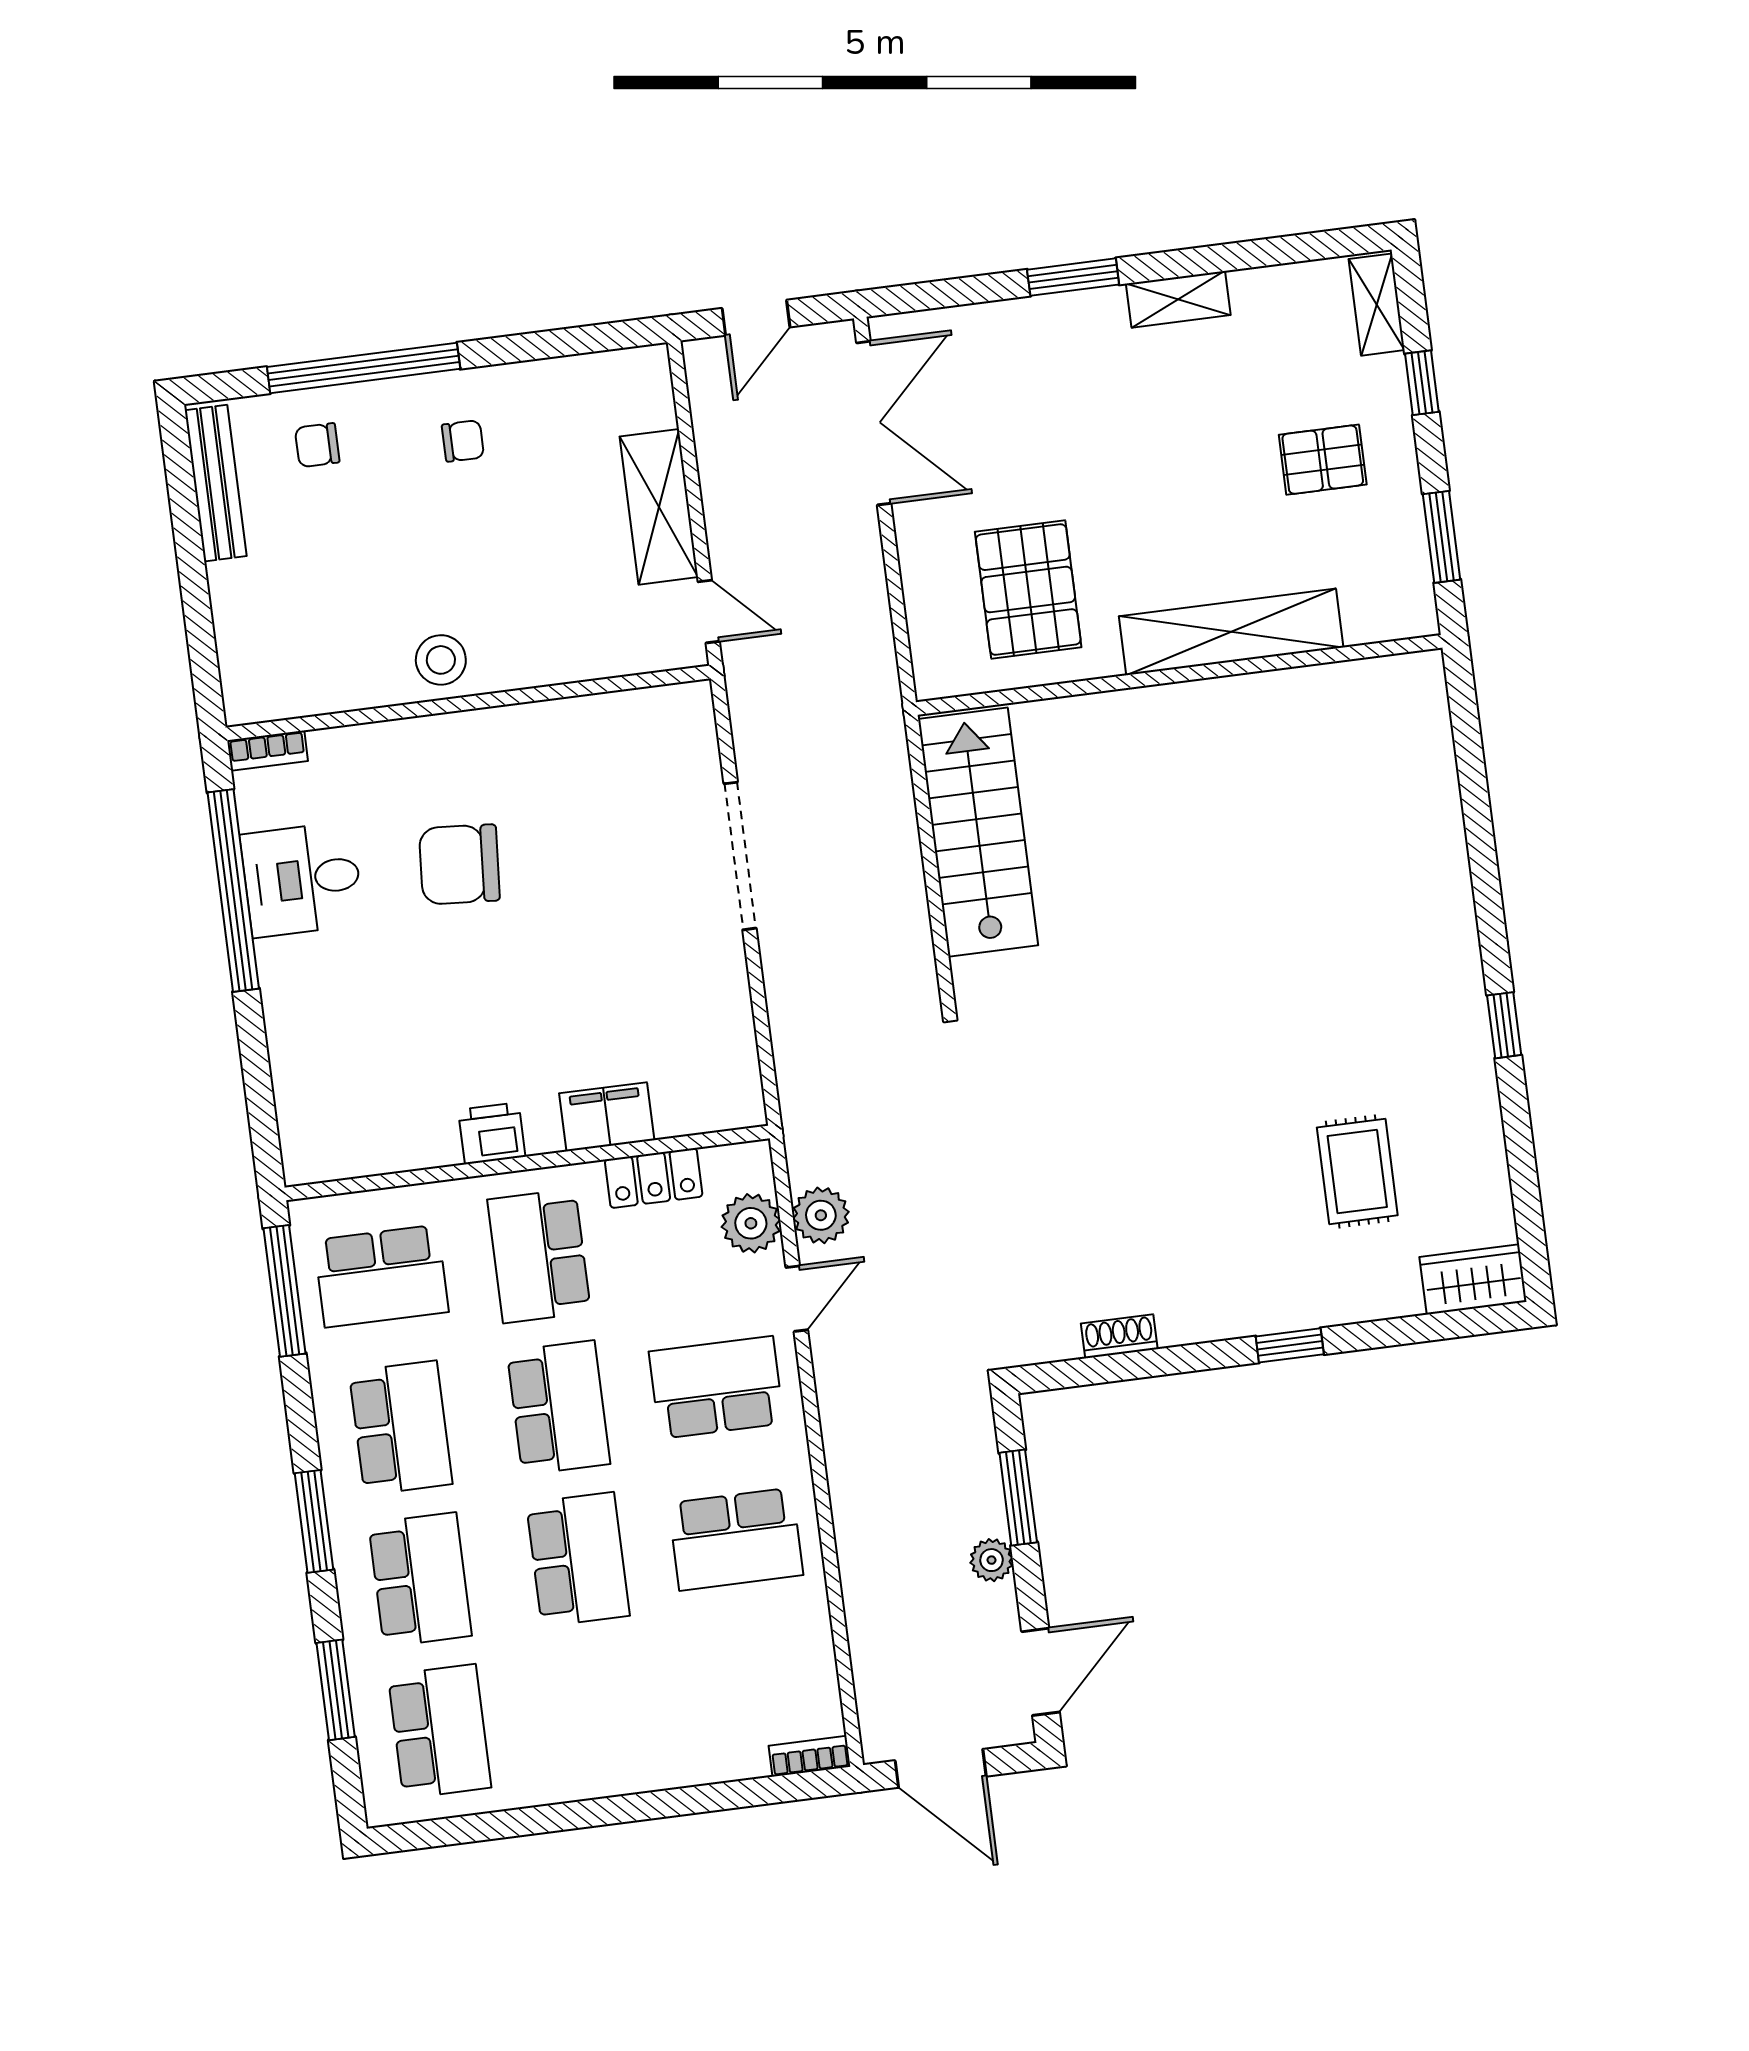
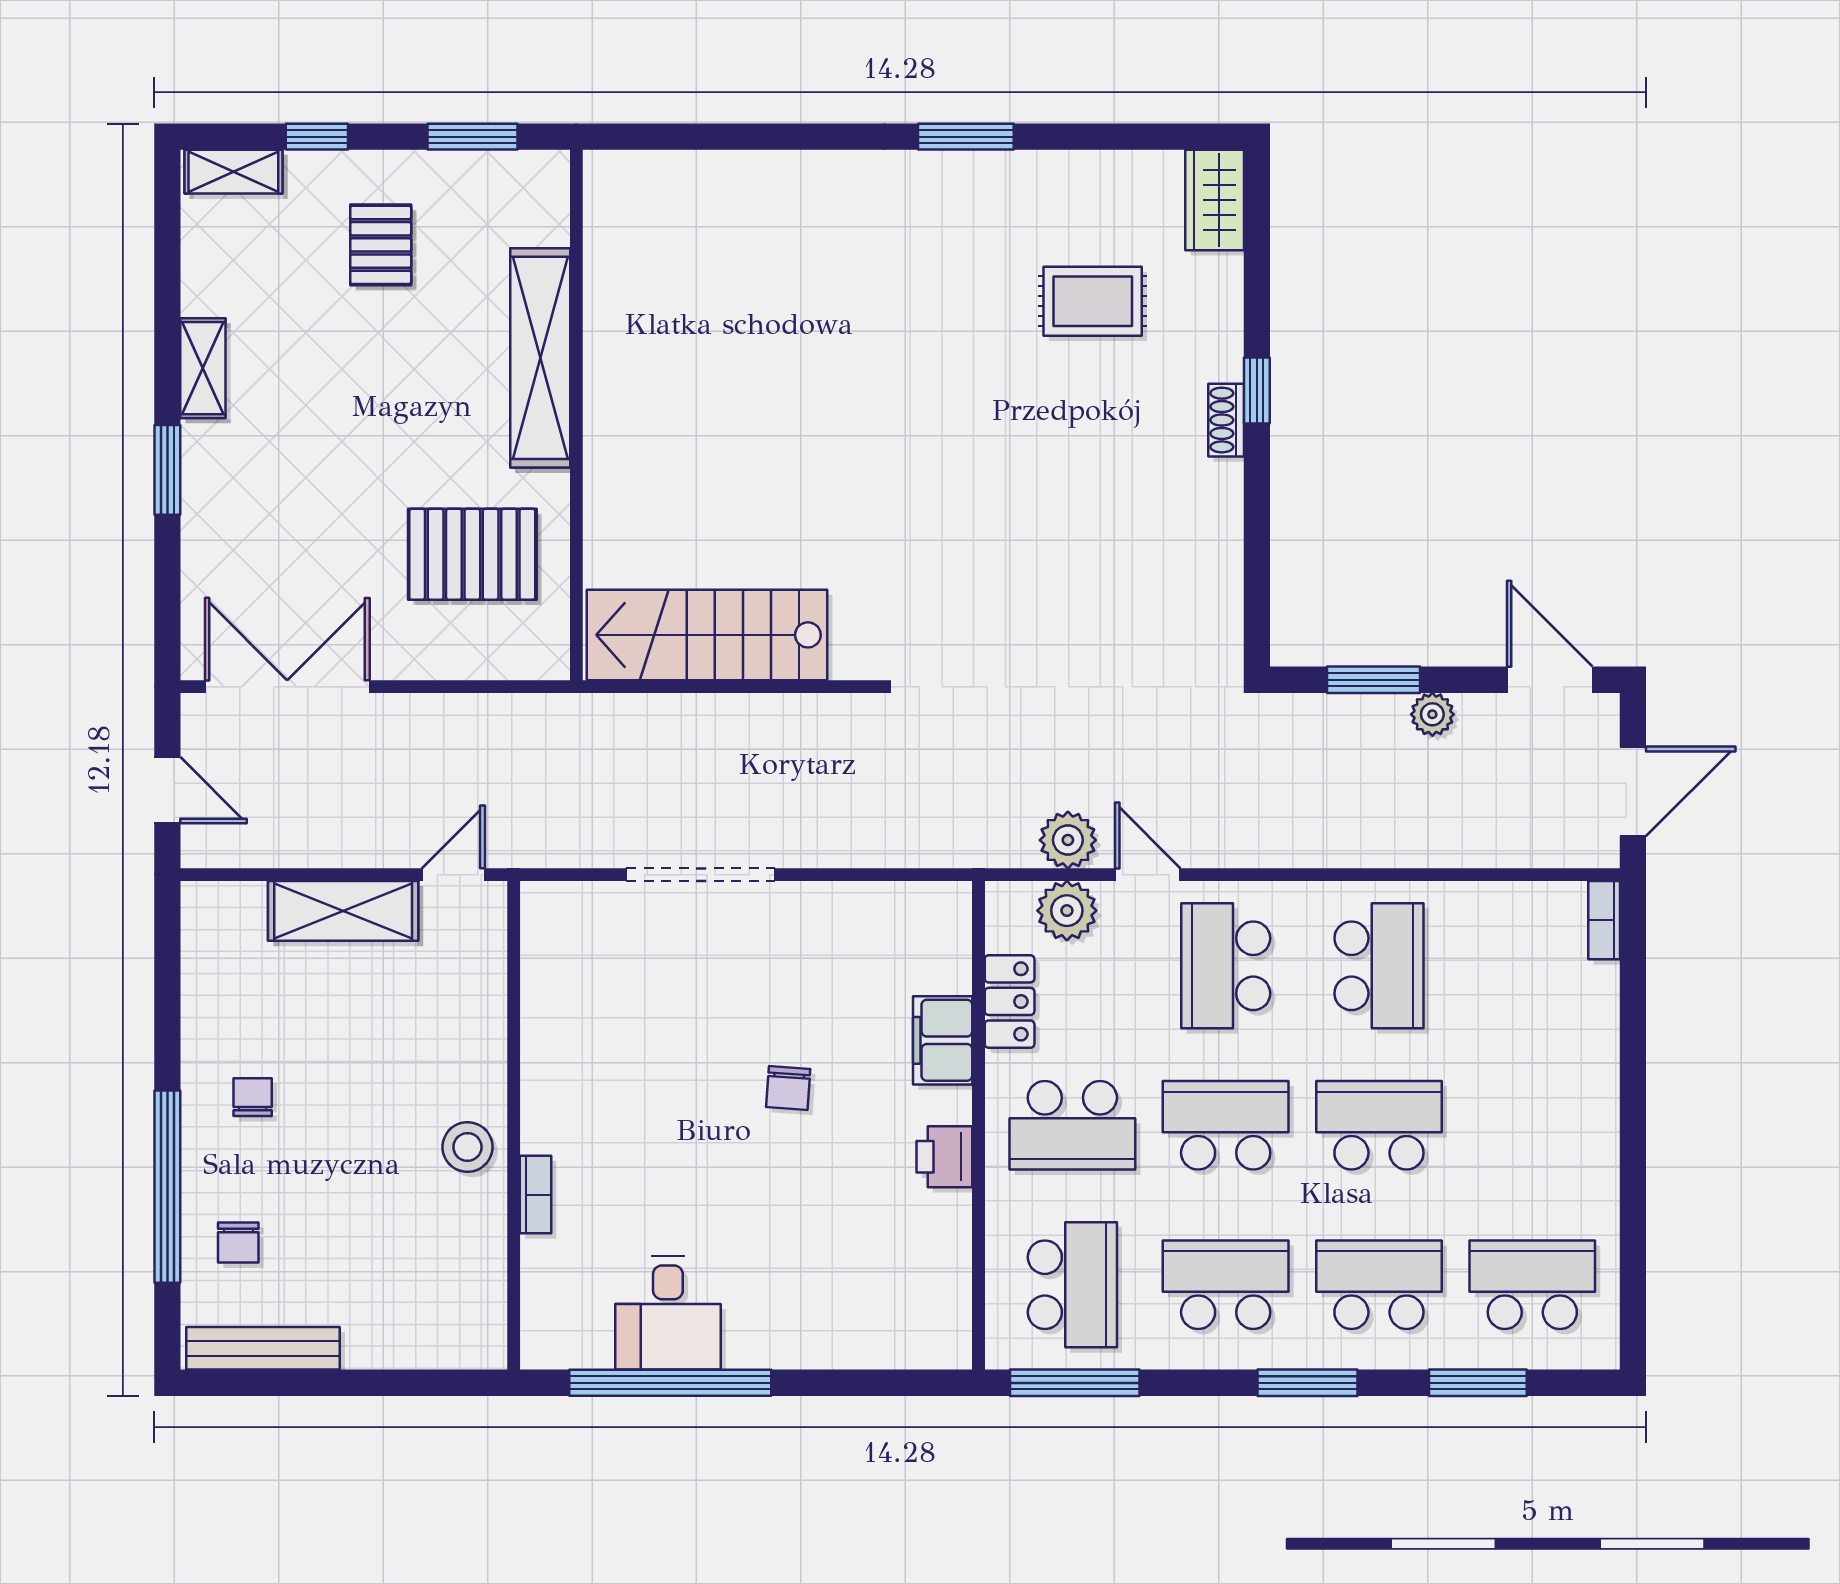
bookcase: (268, 751) -> (535, 1195), moved
chair: (459, 864) -> (788, 1088), moved, width x0.54, depth x0.54
window: (1504, 1025) -> (966, 137), width x1.50
shoe rack: (1119, 1336) -> (1226, 420), moved

